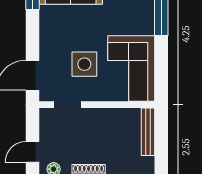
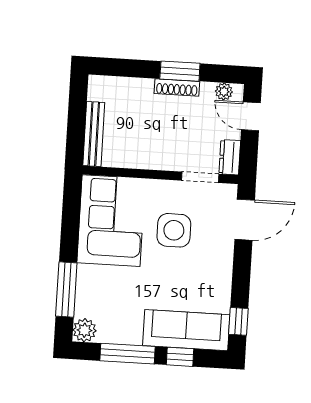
dresser: (46, 121) -> (230, 157), added
door: (32, 152) -> (251, 116), swing flipped

